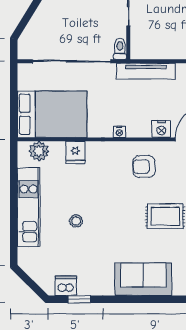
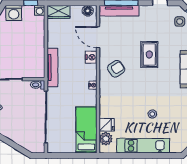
bed: (52, 114) -> (86, 130), width x0.67
fridge: (75, 153) -> (107, 125), moved
armchair: (144, 167) -> (116, 69), turned -124

